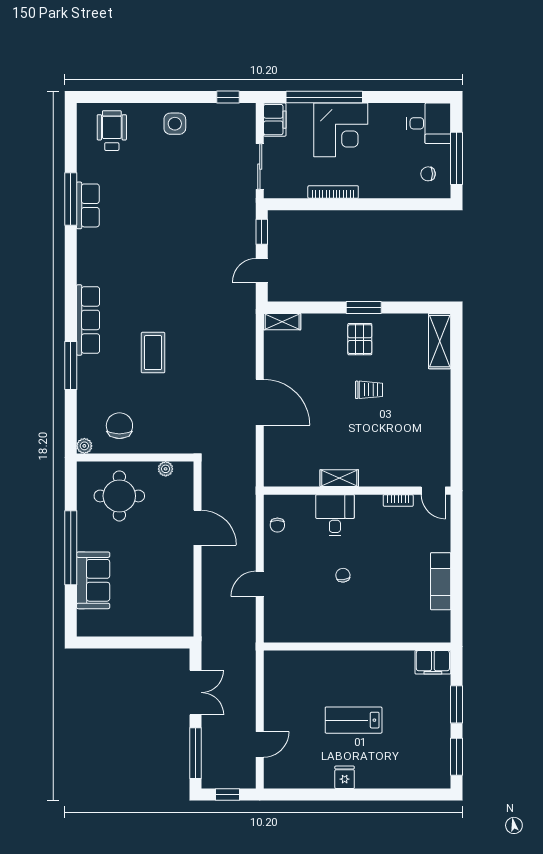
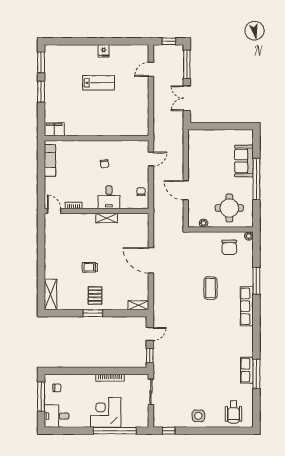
filing cabinet: (275, 120) -> (143, 418), removed
wall: (357, 646) -> (97, 138), moved
filing cabinet: (433, 662) -> (54, 129), moved

